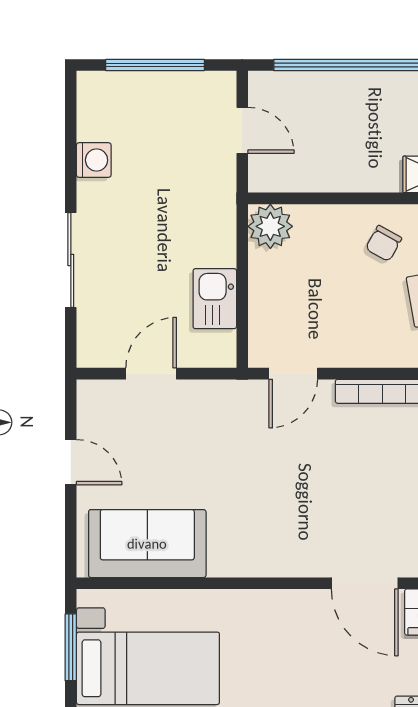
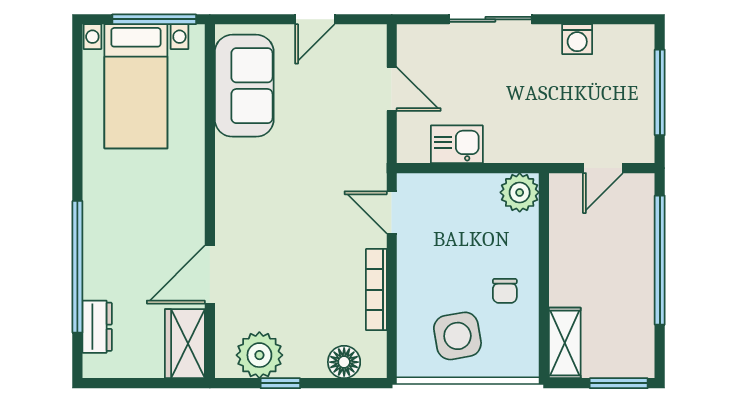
chair: (384, 243) -> (505, 291), turned -119
window: (71, 647) -> (154, 19), width x1.44

